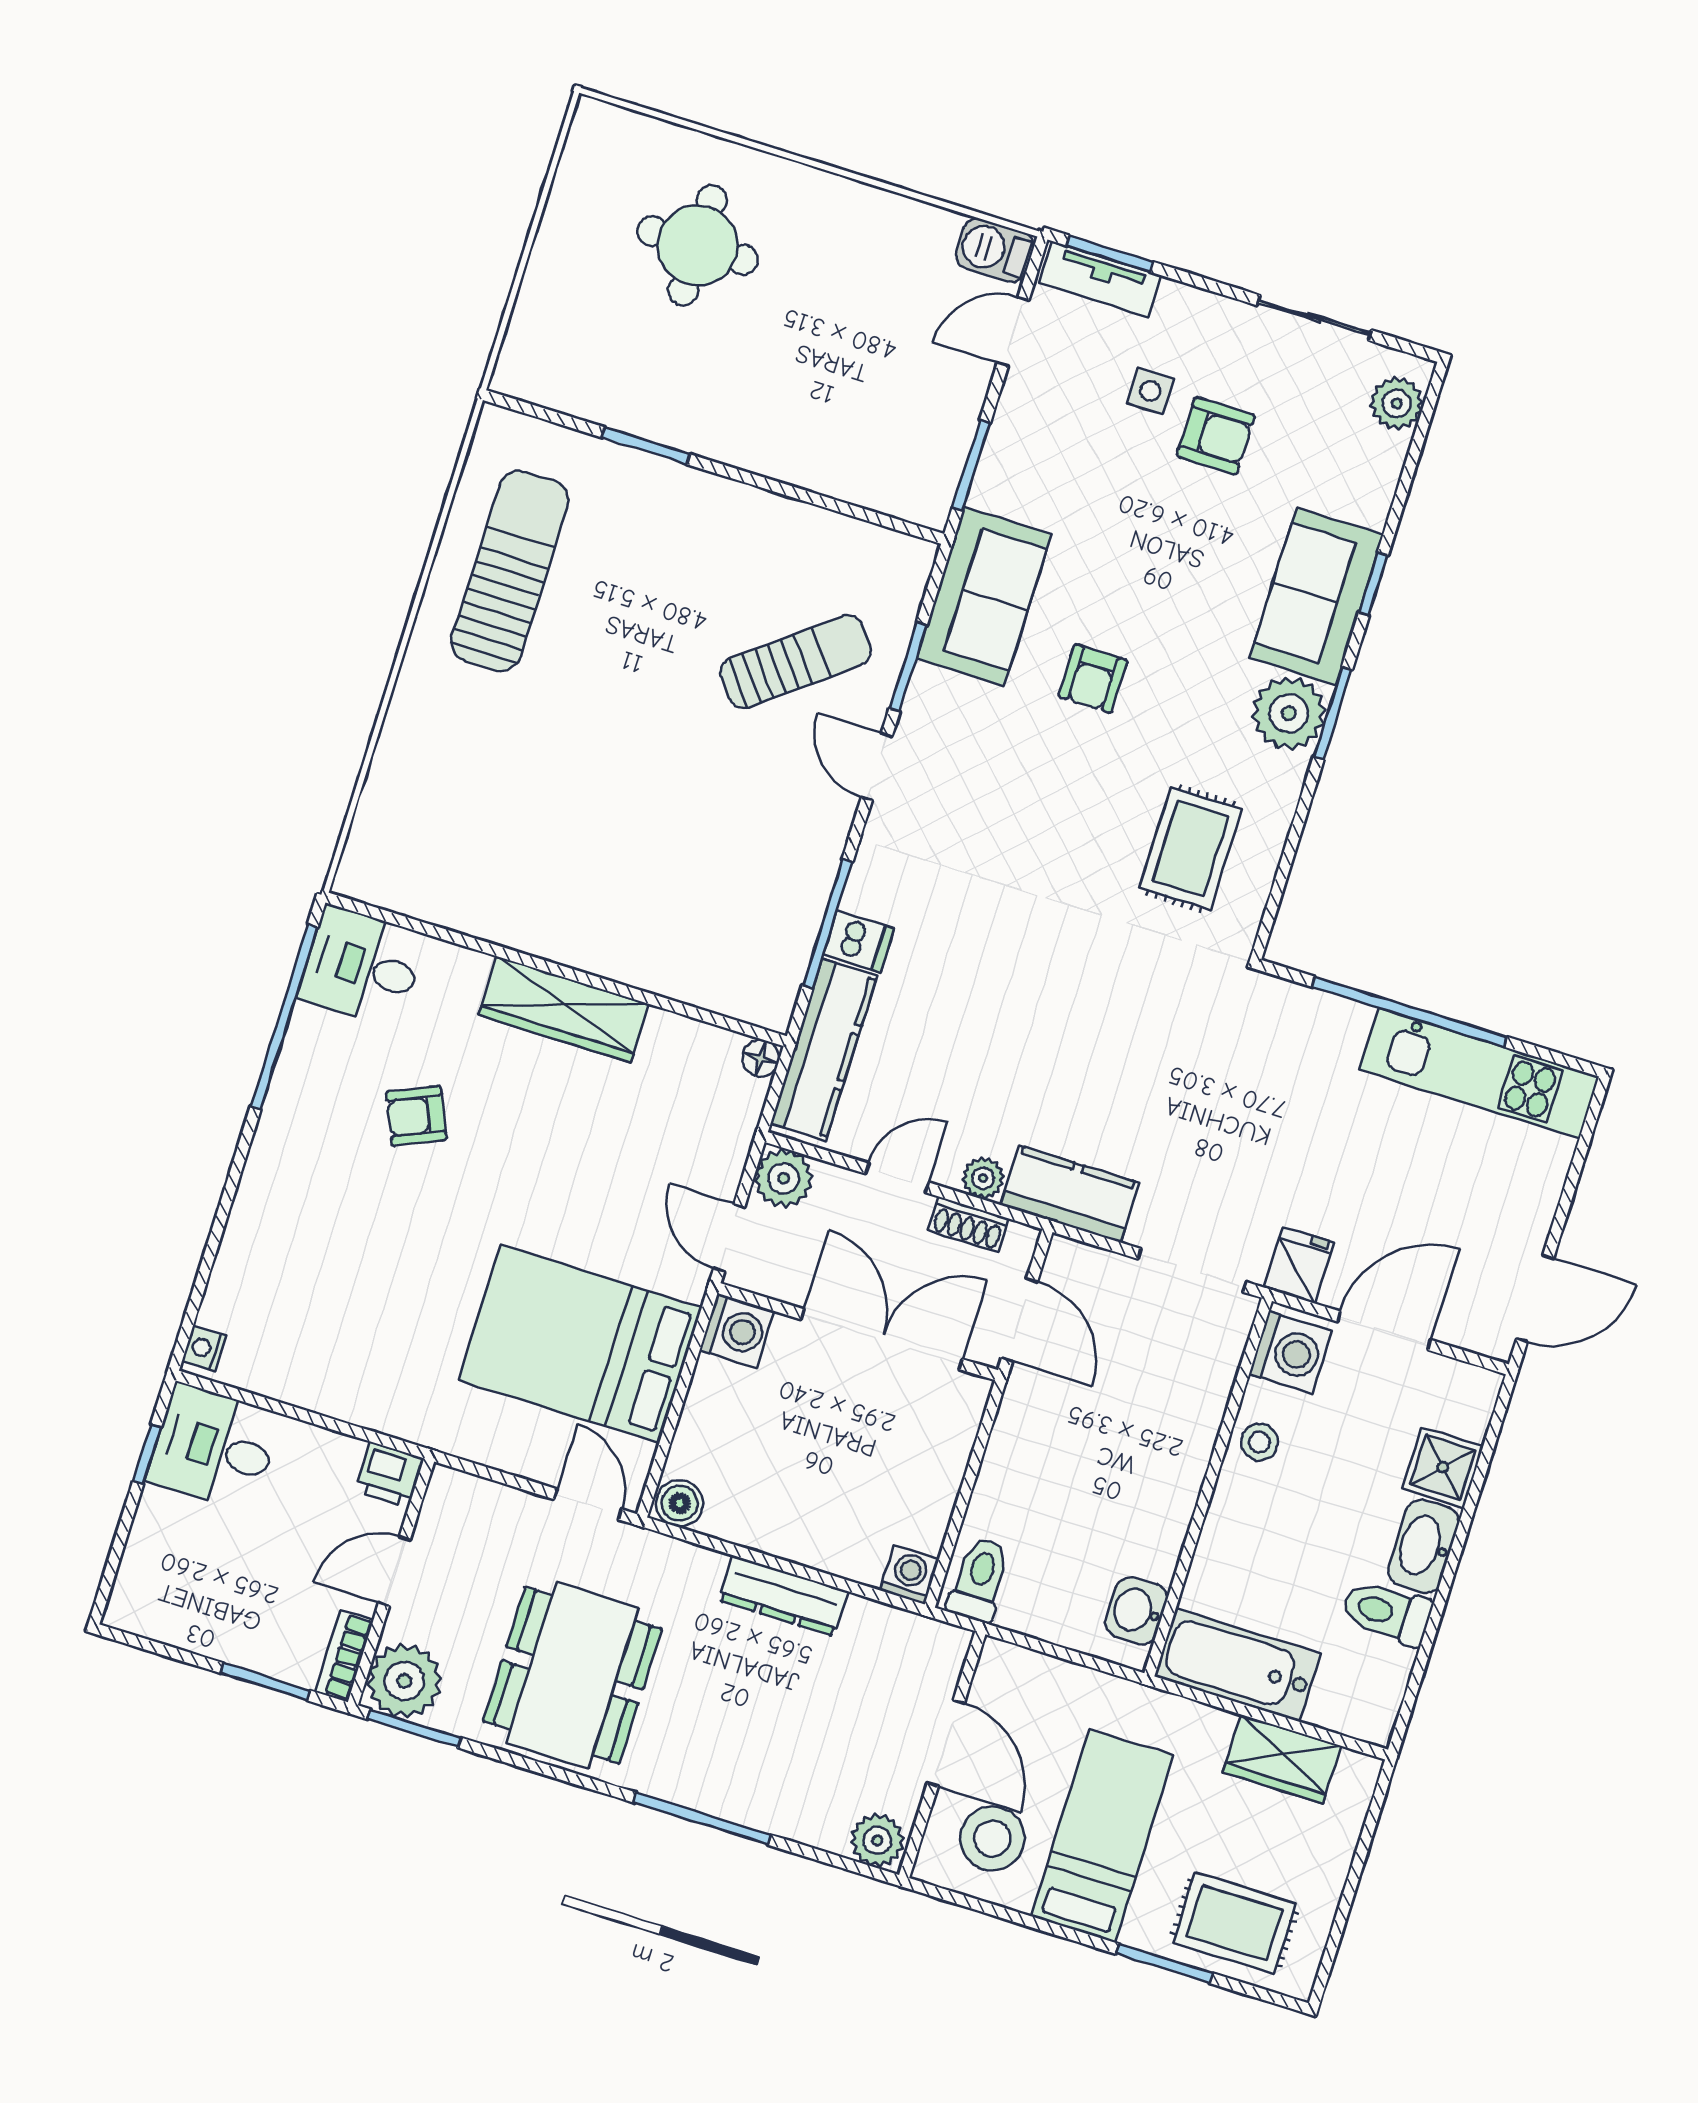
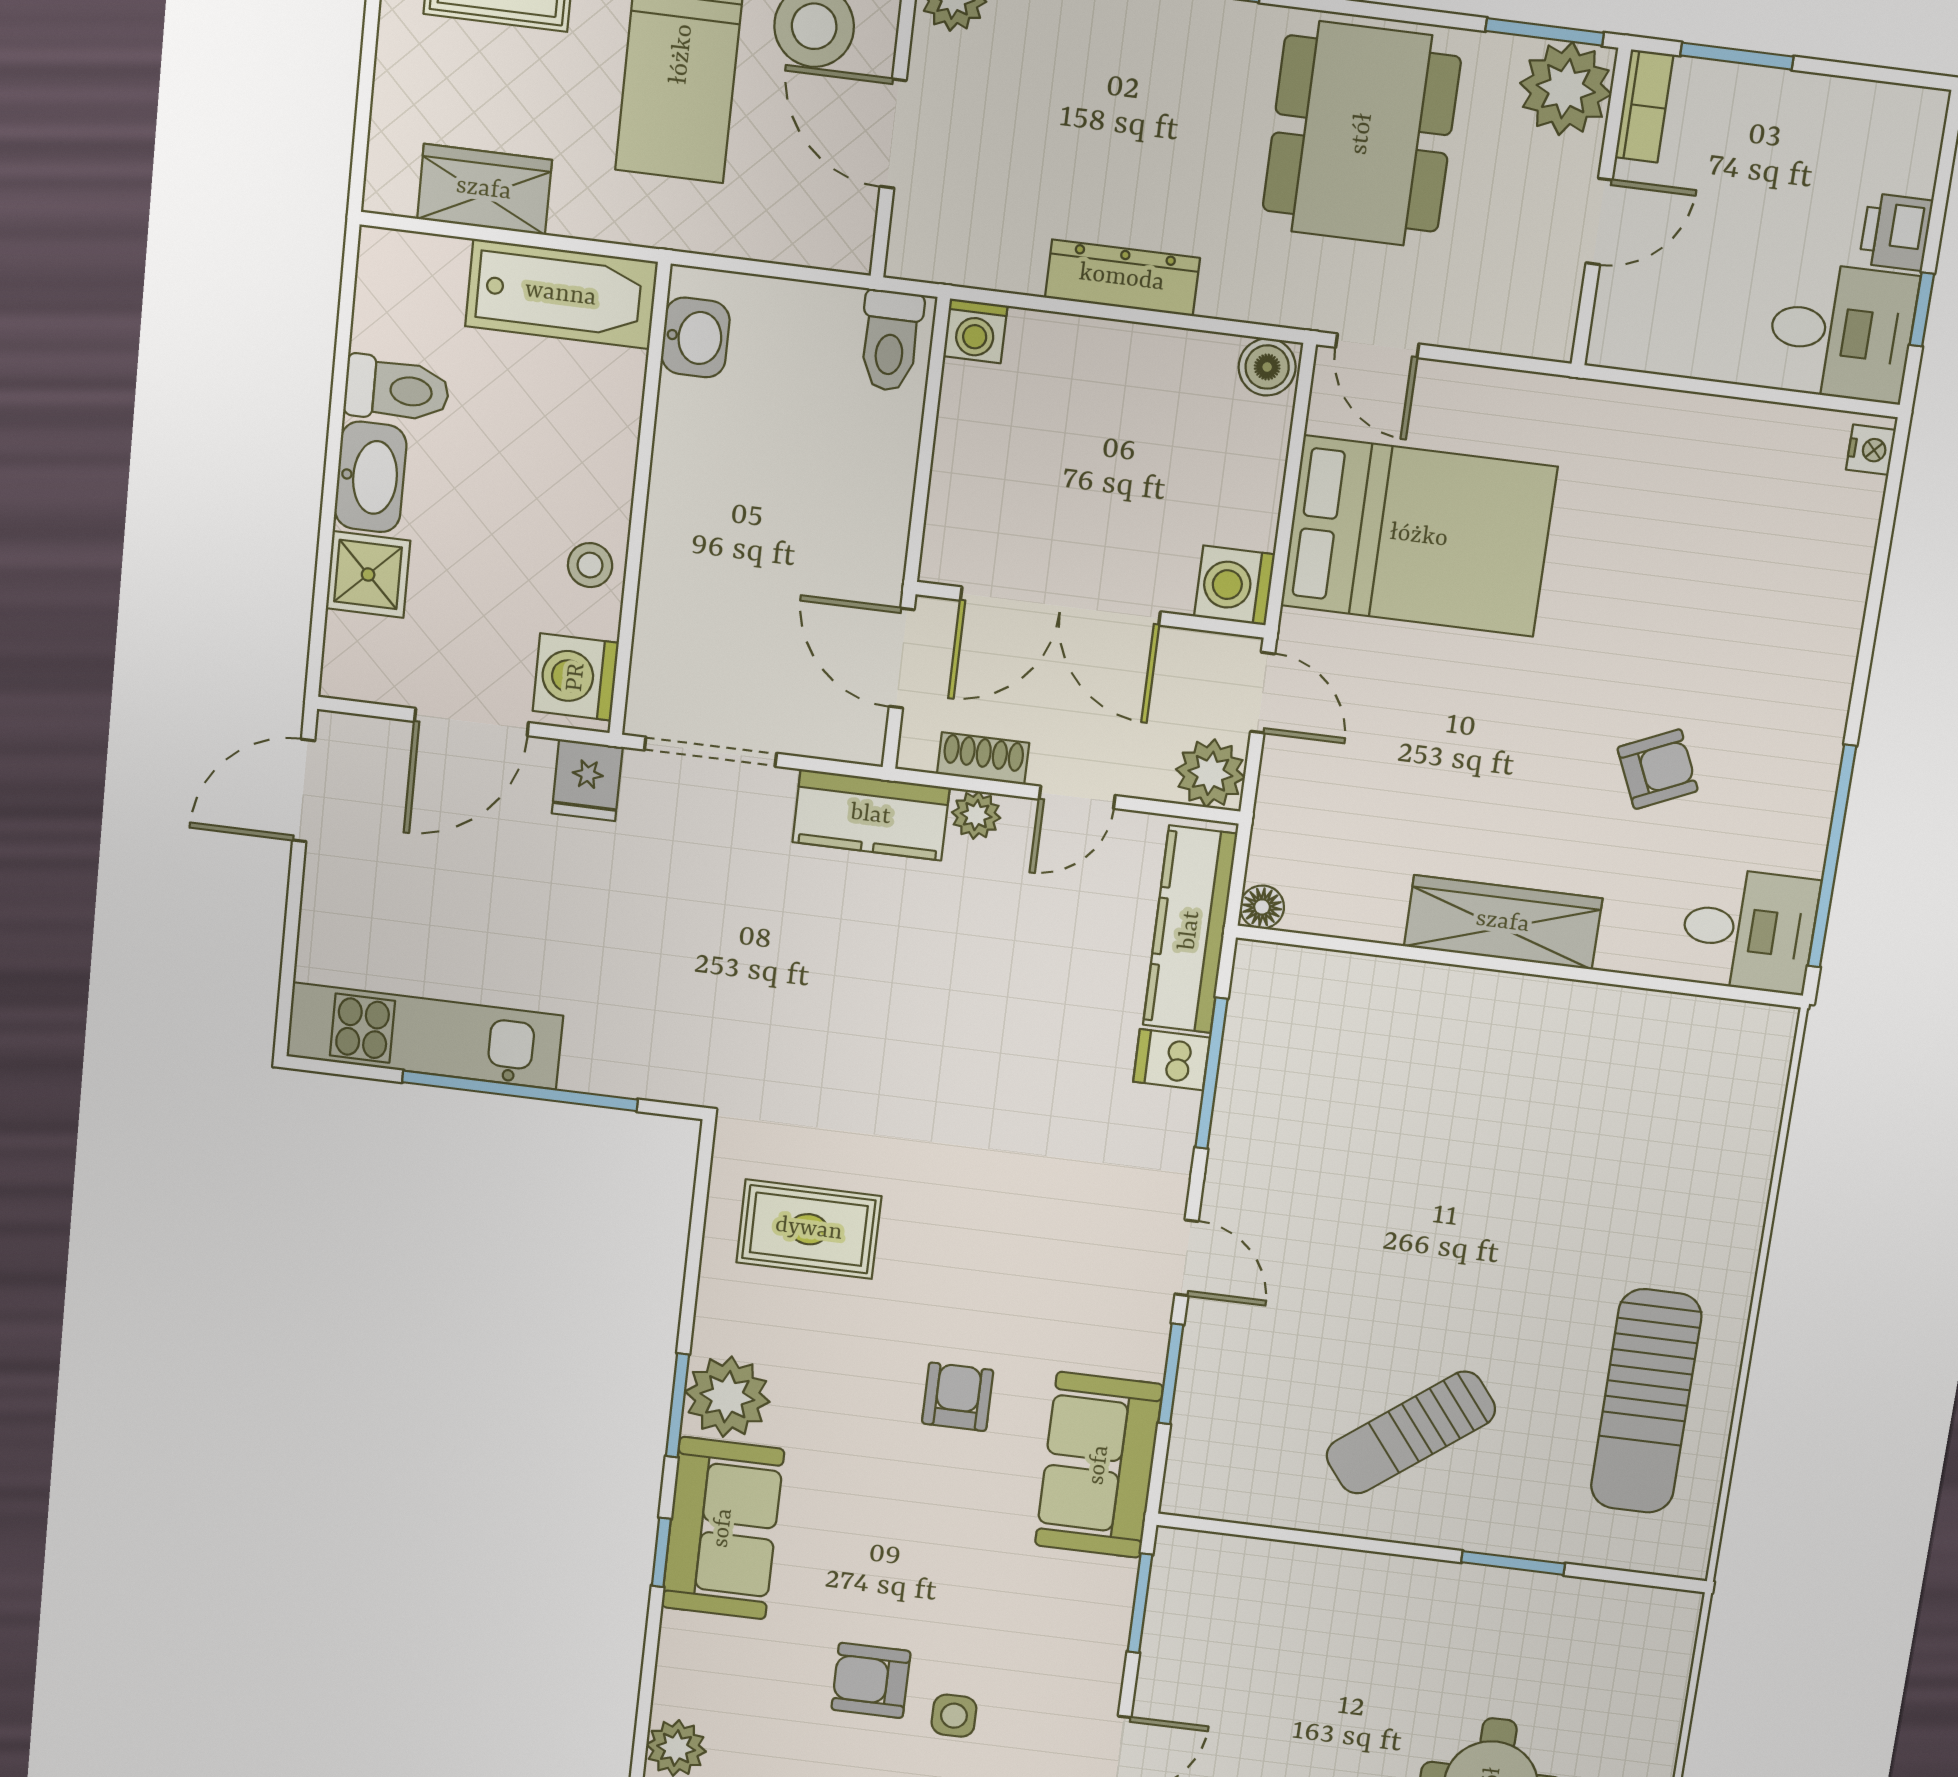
sun lounger: (796, 661) -> (1411, 1433), moved
rug: (1191, 849) -> (809, 1229), turned 90
printer: (389, 1475) -> (1896, 232), moved, turned -90

